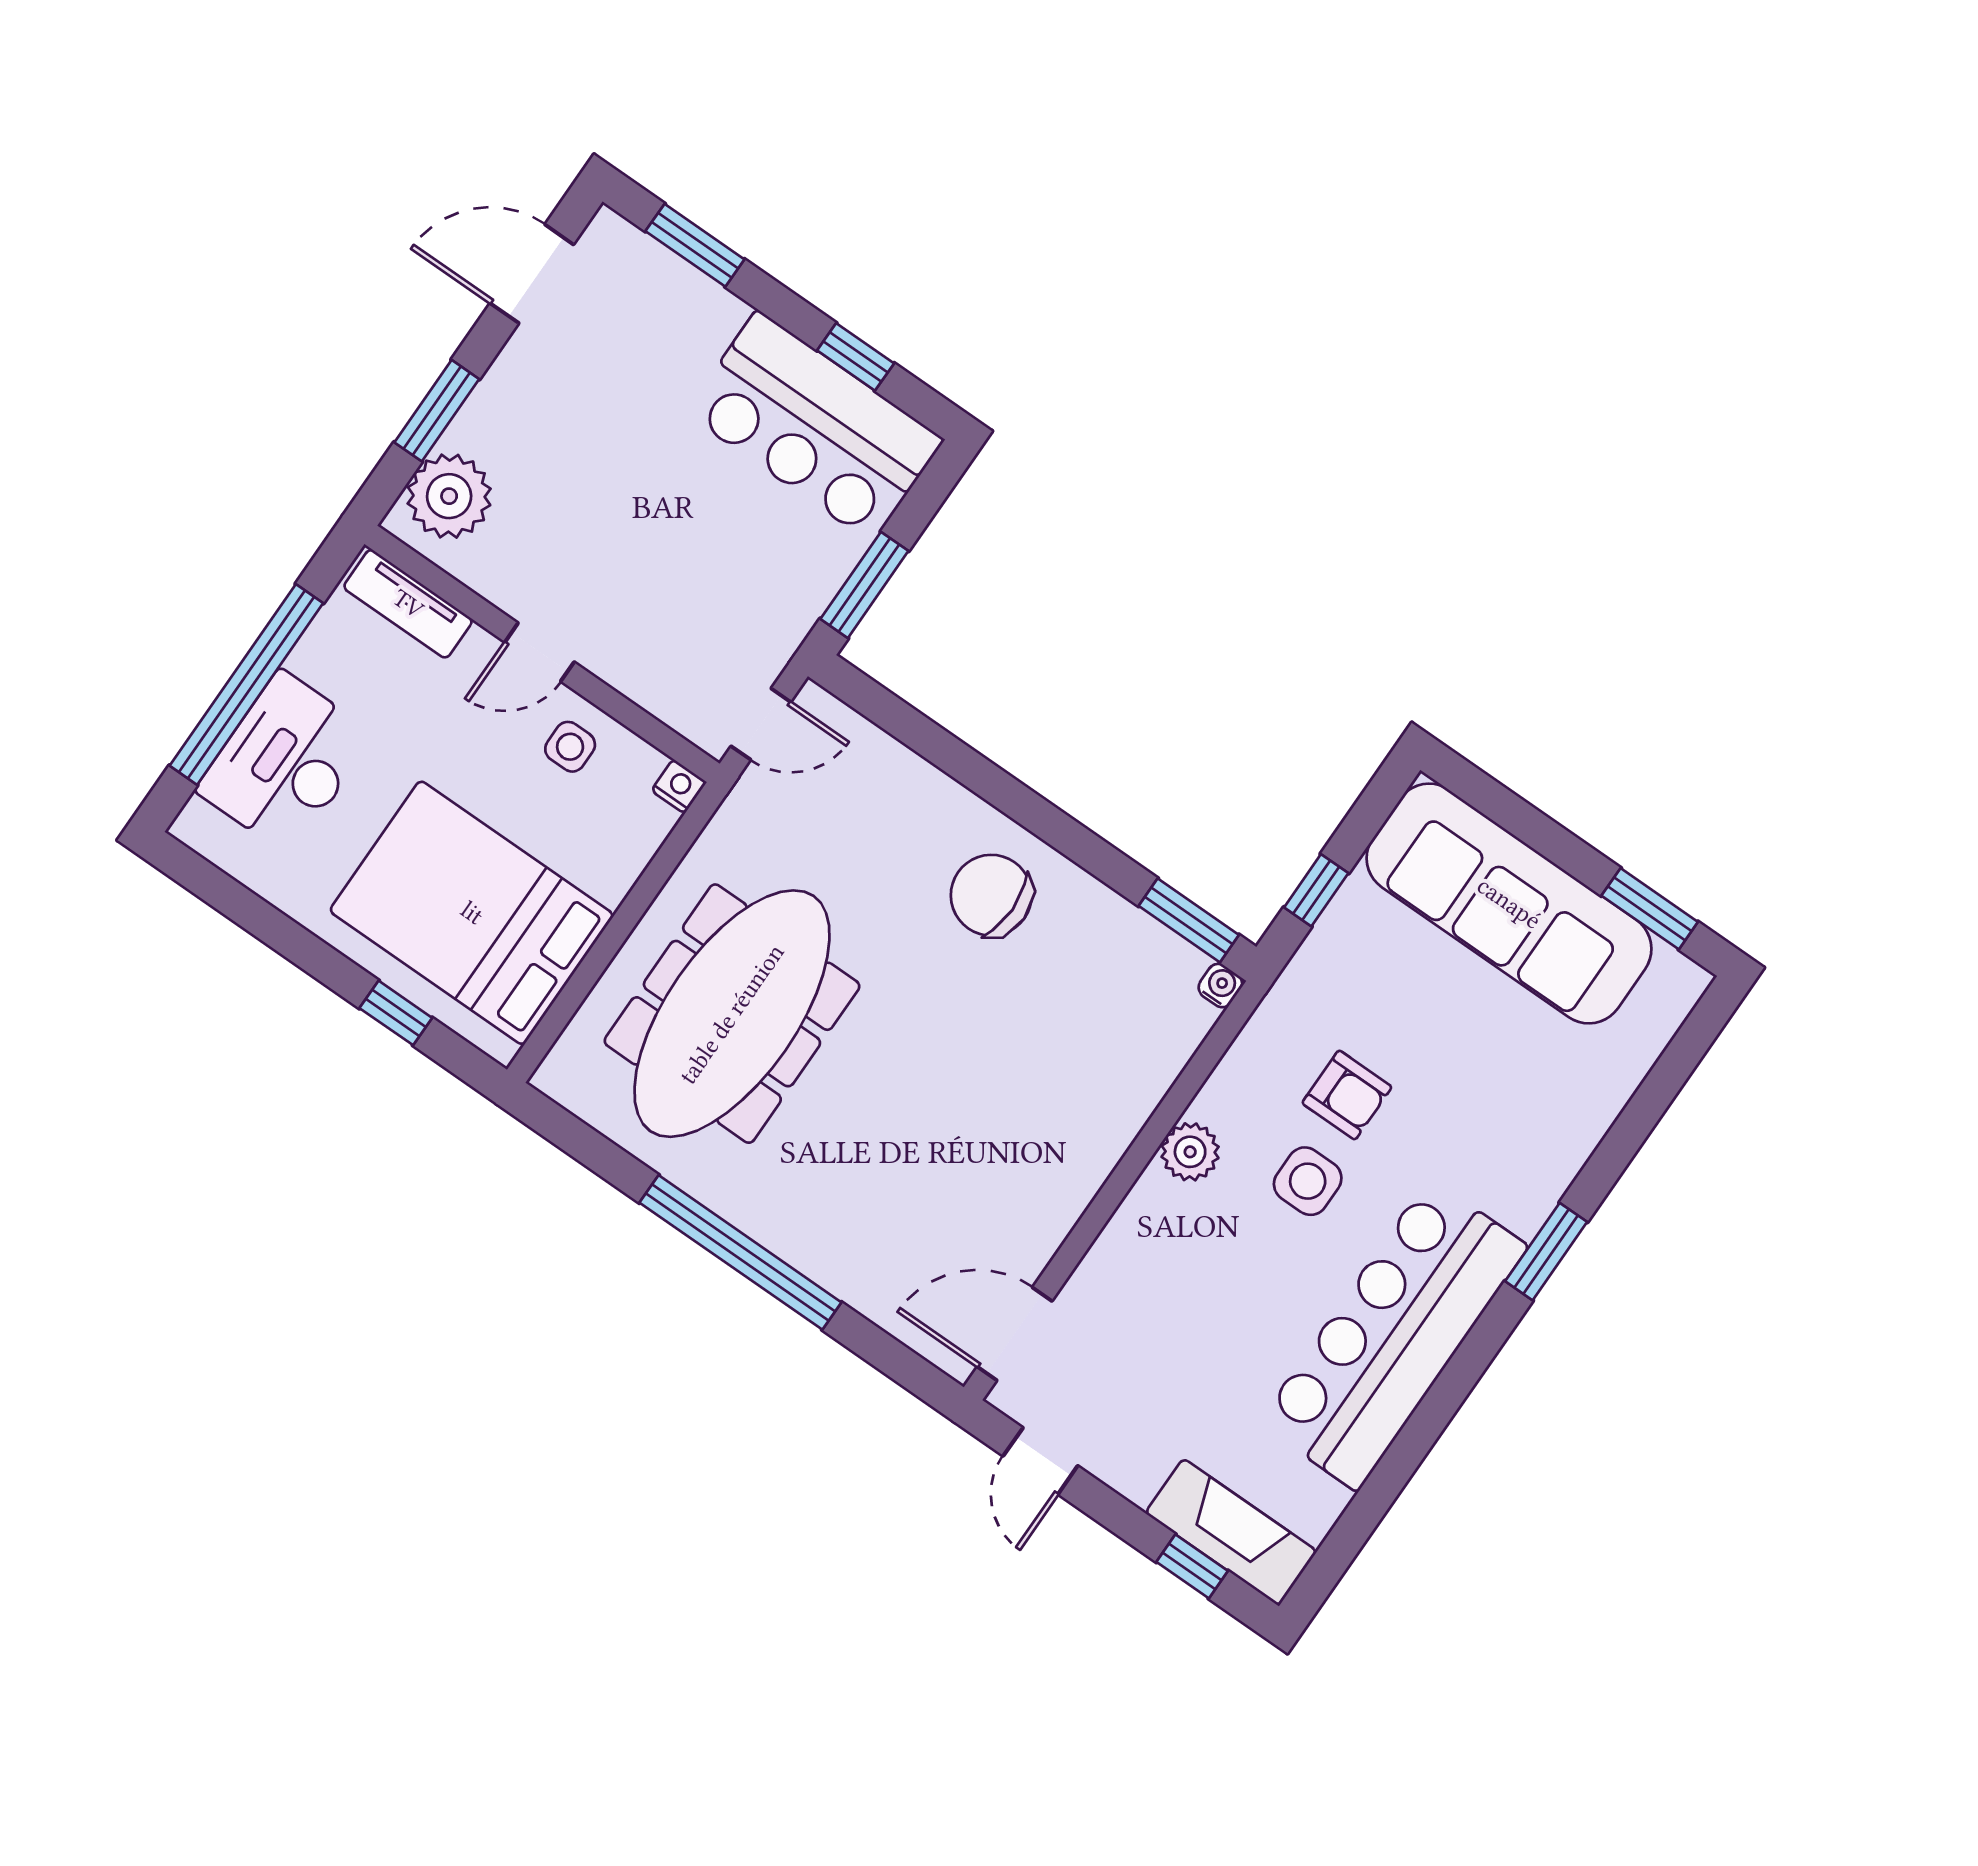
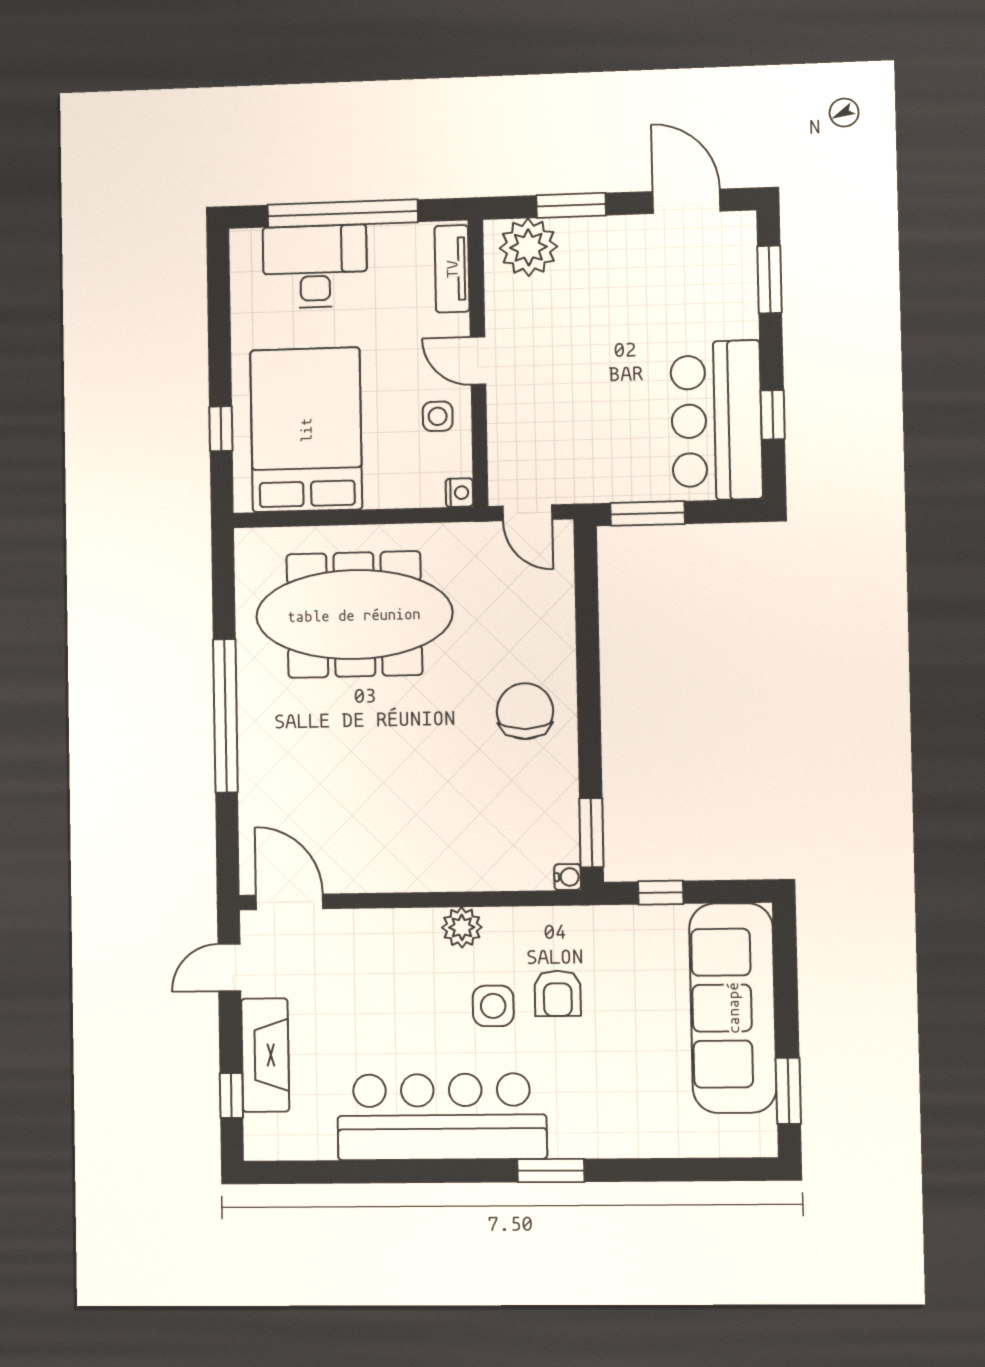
fireplace: (1231, 1532) -> (265, 1055), moved

